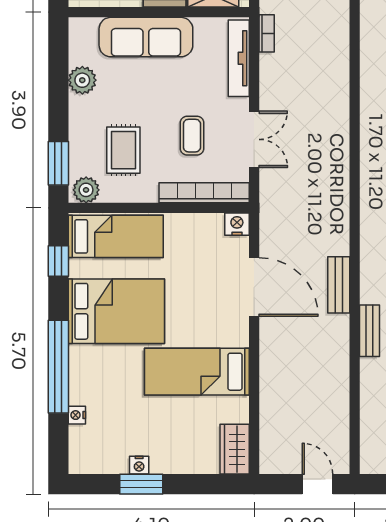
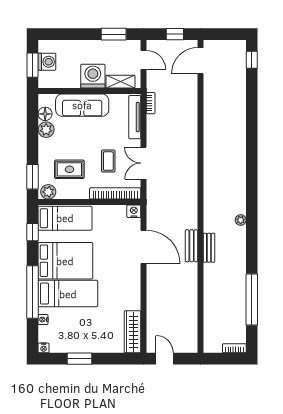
floor lamp: (80, 52) -> (45, 114), added
double door: (254, 139) -> (144, 163), swing flipped
rug: (123, 150) -> (69, 169), turned 90
bench: (369, 331) -> (209, 248), moved
bed: (197, 372) -> (68, 294), moved, turned 180
wardrobe: (235, 449) -> (133, 332), width x1.50
nightstand: (139, 465) -> (44, 348), moved
door: (318, 484) -> (165, 359), moved

